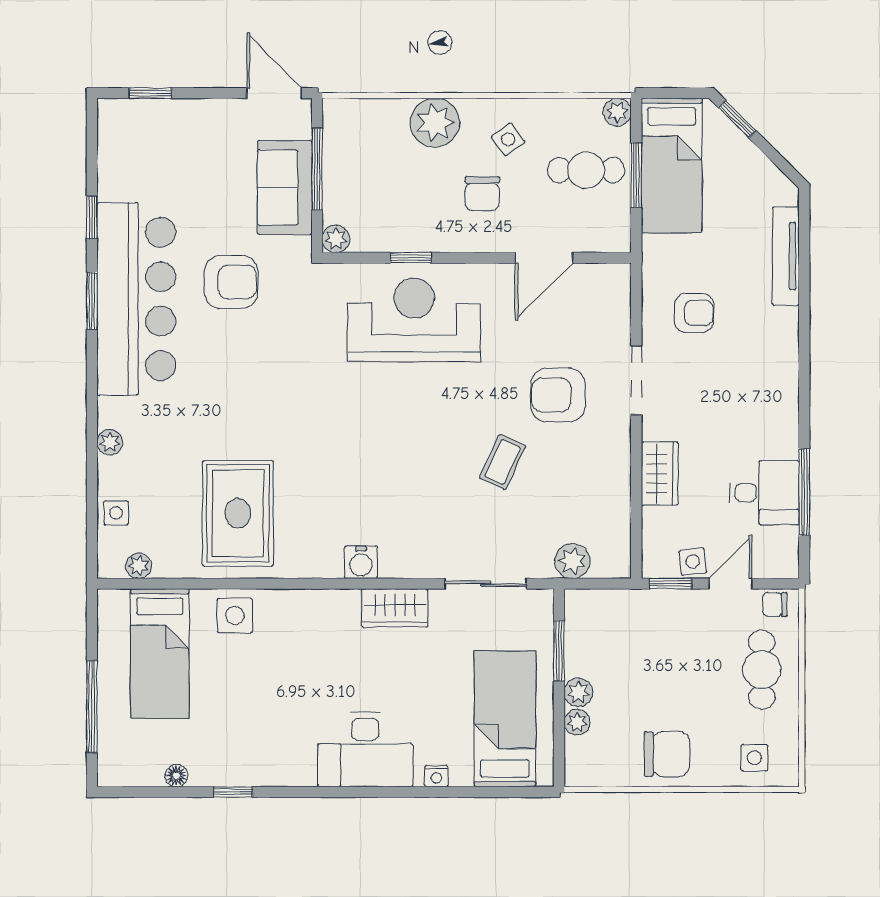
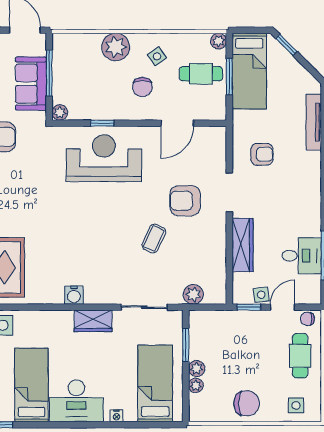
wardrobe: (660, 474) -> (243, 245), width x1.50
bed: (286, 722) -> (31, 385), added

